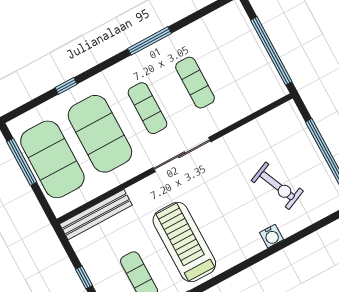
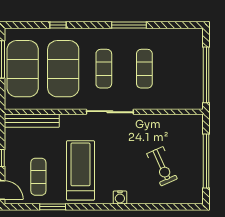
water cooler: (271, 236) -> (120, 197), moved

